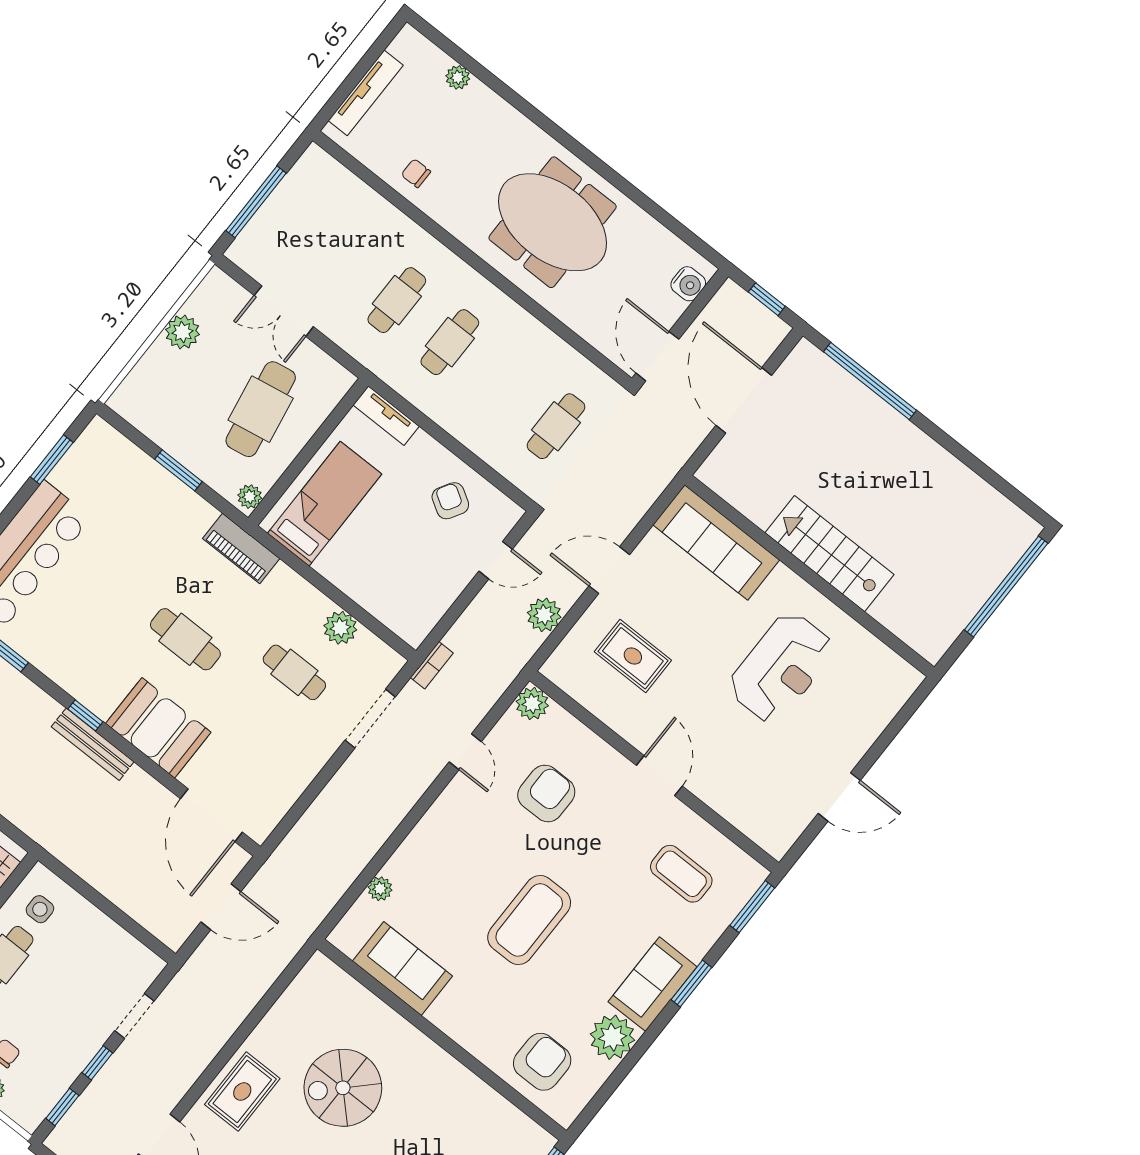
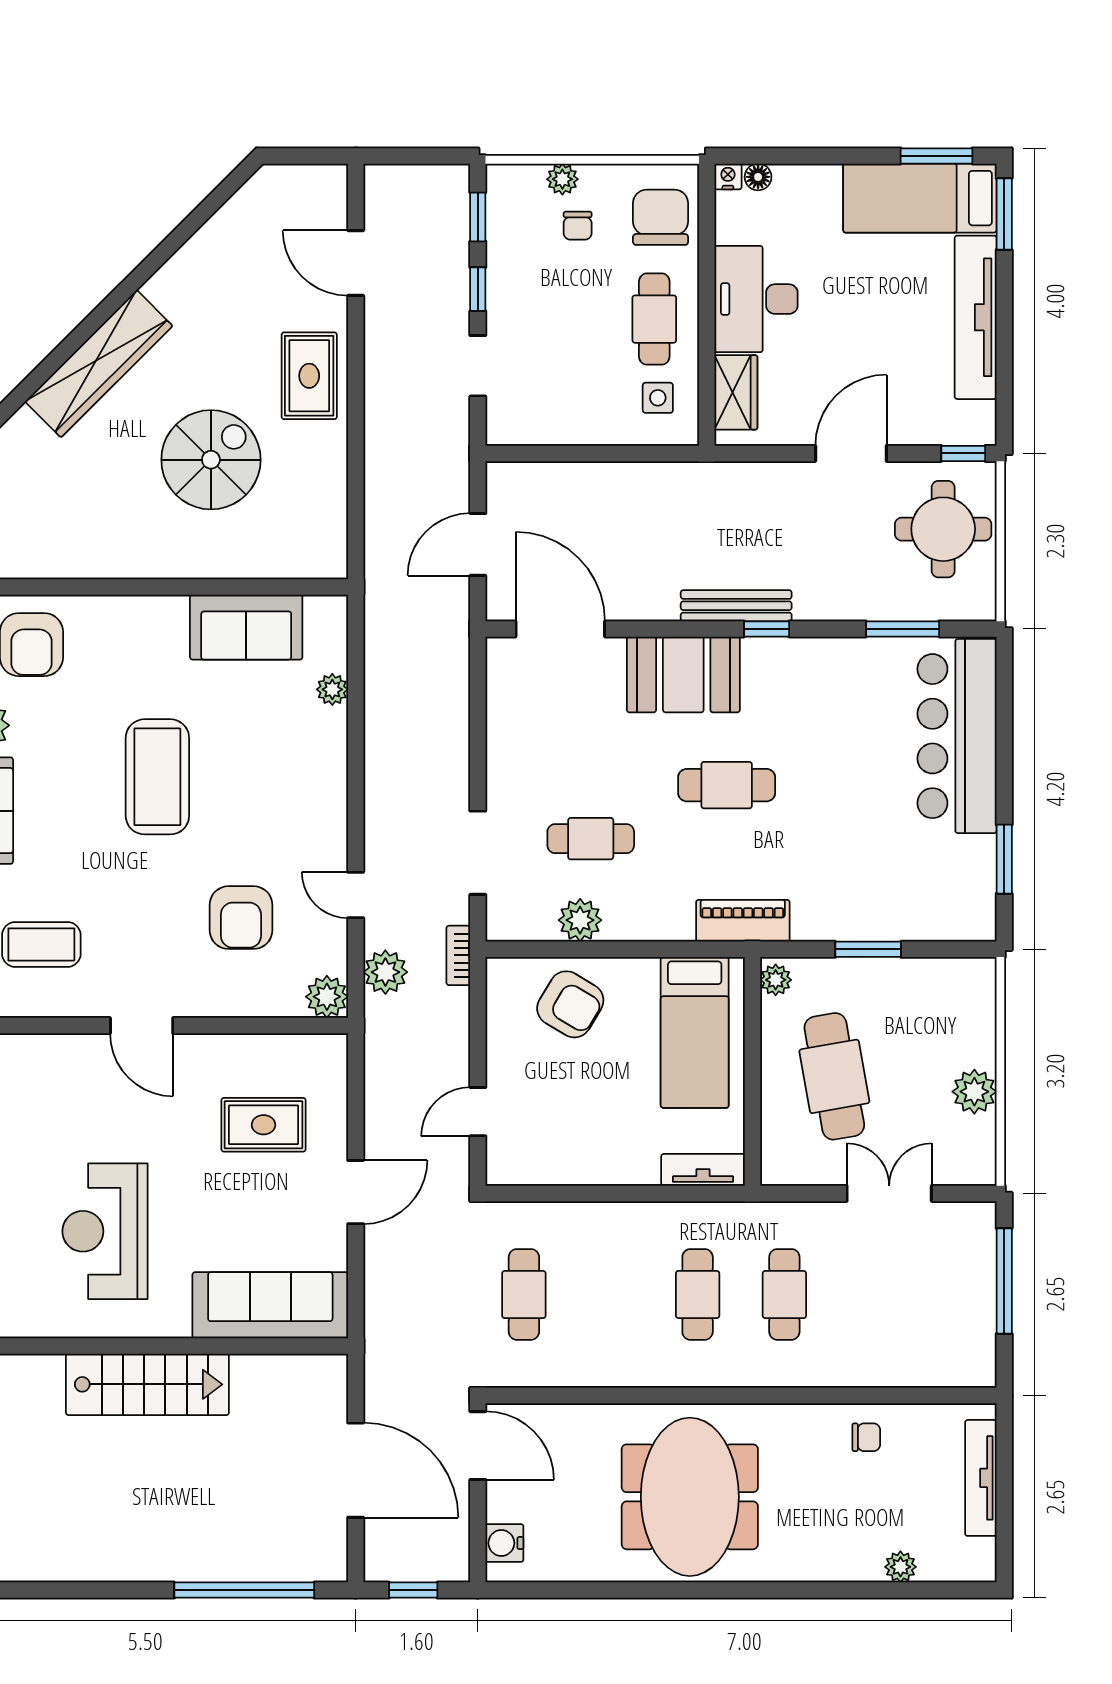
meeting table: (553, 222) -> (690, 1497), turned 90
armchair: (450, 501) -> (570, 1004), moved, width x1.38, depth x1.38
plant: (544, 615) -> (385, 972), moved

